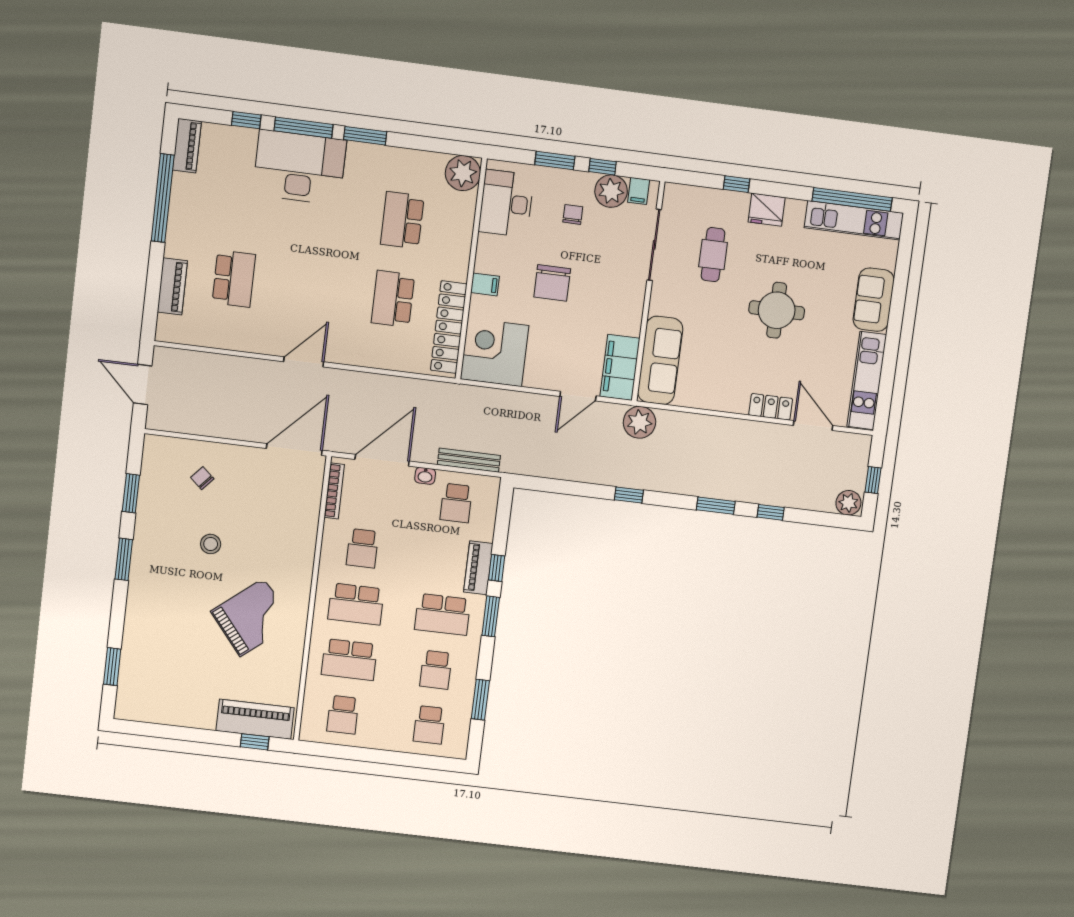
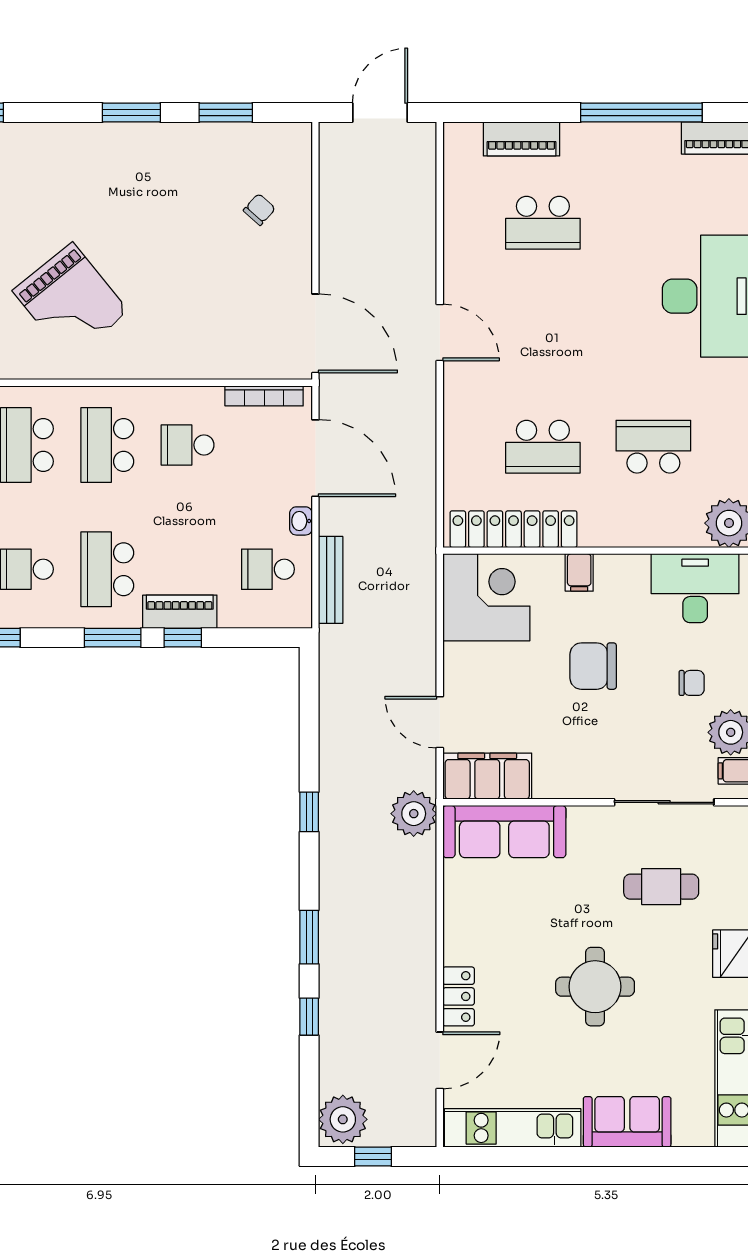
school desk: (393, 299) -> (543, 447), turned 180
plant: (848, 503) -> (343, 1119), width x1.36, depth x1.36
stool: (211, 544) -> (168, 231), removed

